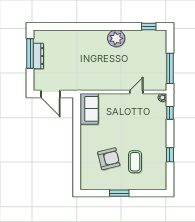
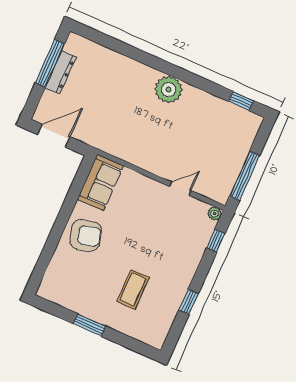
plant: (116, 38) -> (169, 89), moved
door: (51, 94) -> (54, 136), swing flipped
armchair: (109, 159) -> (86, 235), moved

